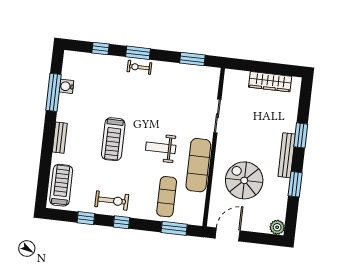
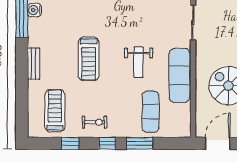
weight bench: (161, 148) -> (139, 62), turned -90
treadmill: (61, 185) -> (55, 111), moved
exercise bike: (112, 201) -> (94, 122), width x0.73, depth x0.72
window: (174, 228) -> (140, 143), moved

